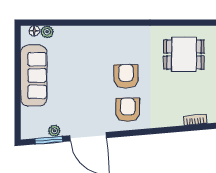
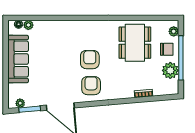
dining table: (184, 55) -> (135, 43), width x1.38
plant: (54, 131) -> (20, 103), moved

